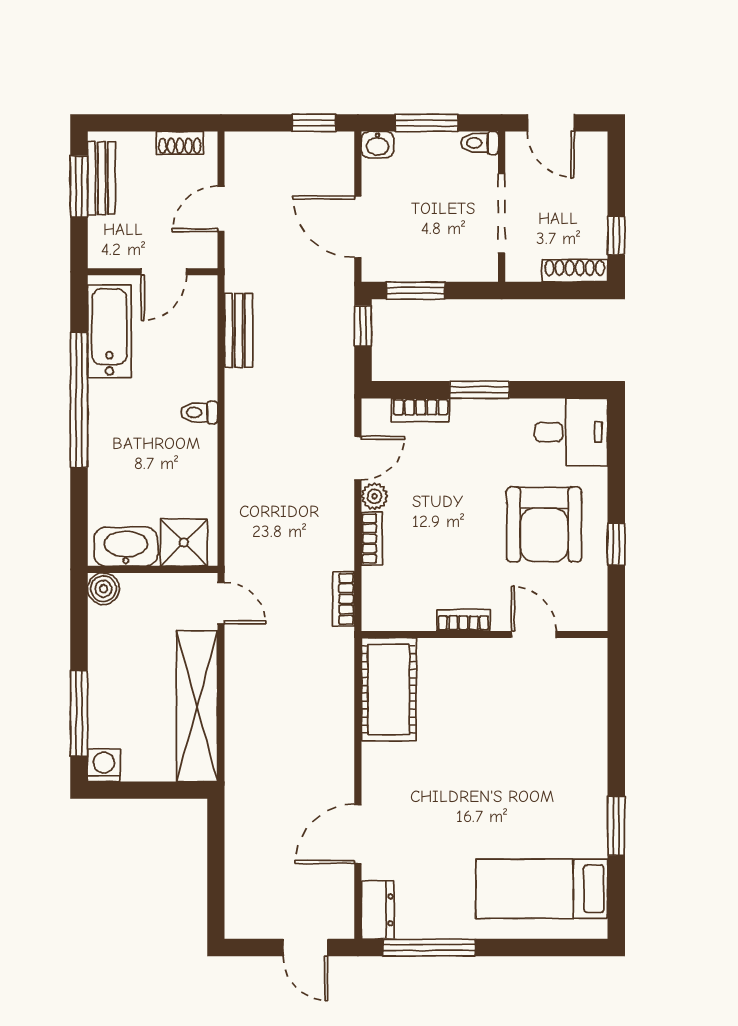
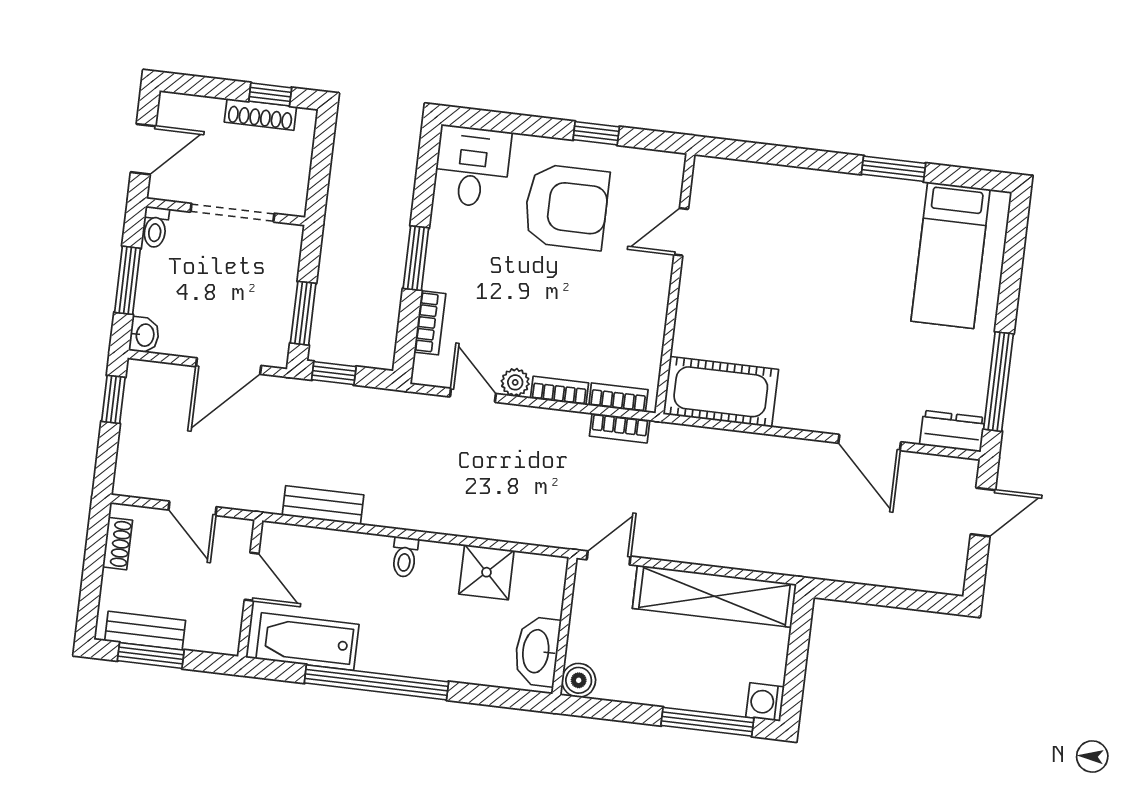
shoe rack: (575, 271) -> (260, 114), moved, turned -90
shower: (184, 543) -> (486, 572), moved
bookcase: (463, 620) -> (618, 397), moved, turned 90

